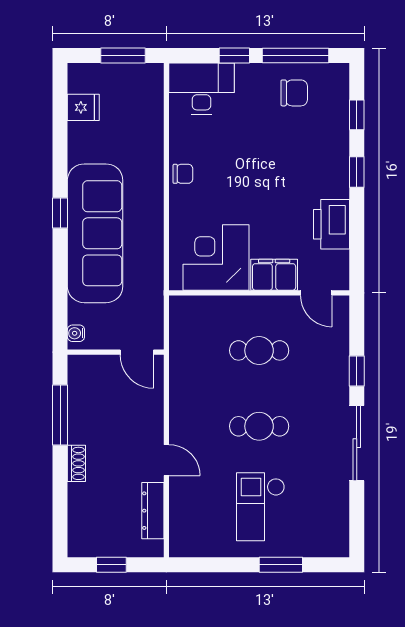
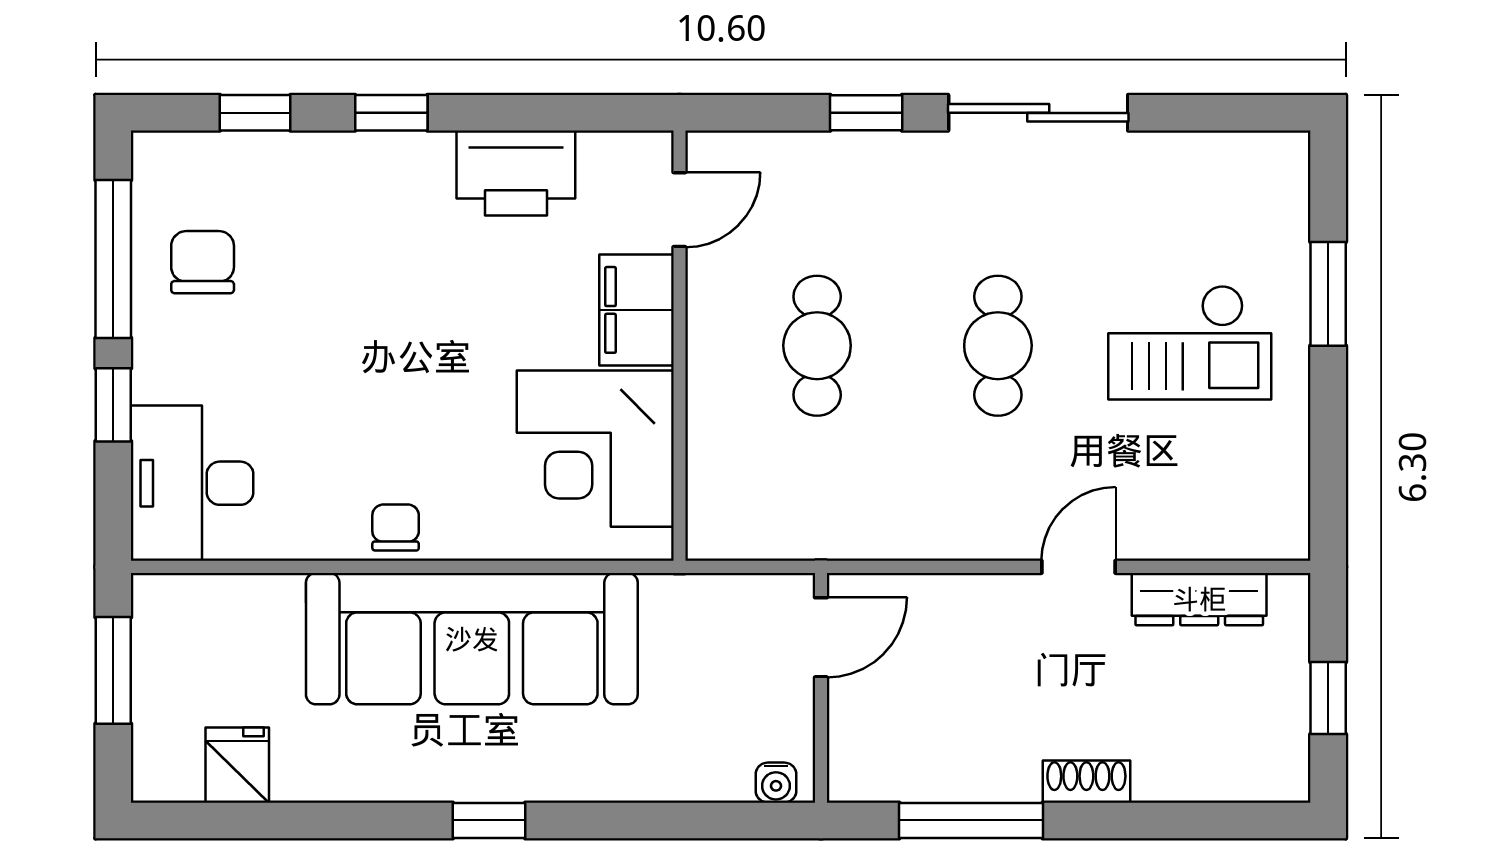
sofa: (95, 233) -> (472, 639), moved, turned 180

